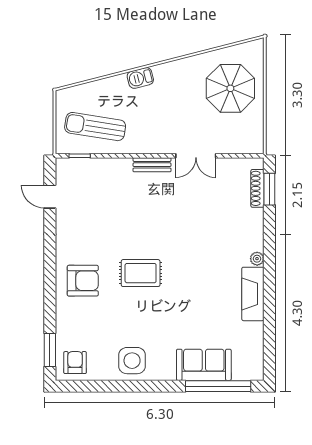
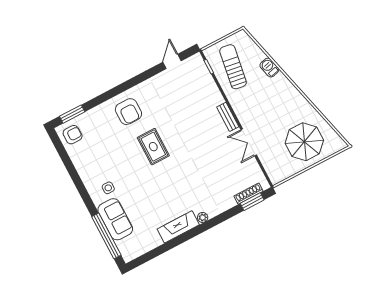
barbecue: (140, 78) -> (269, 68), moved
side table: (132, 361) -> (108, 188), moved, width x0.54, depth x0.54

